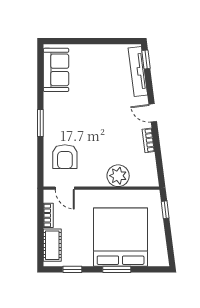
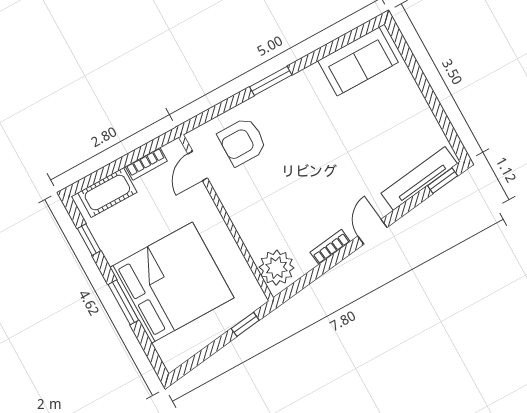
plant: (118, 176) -> (276, 268), moved

